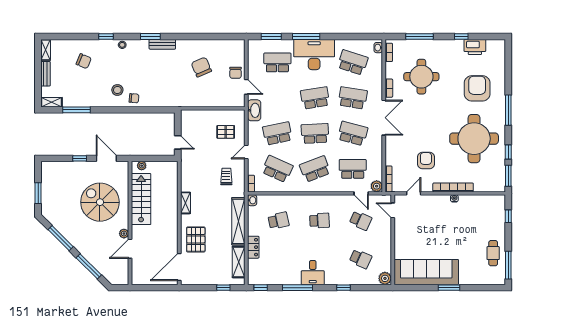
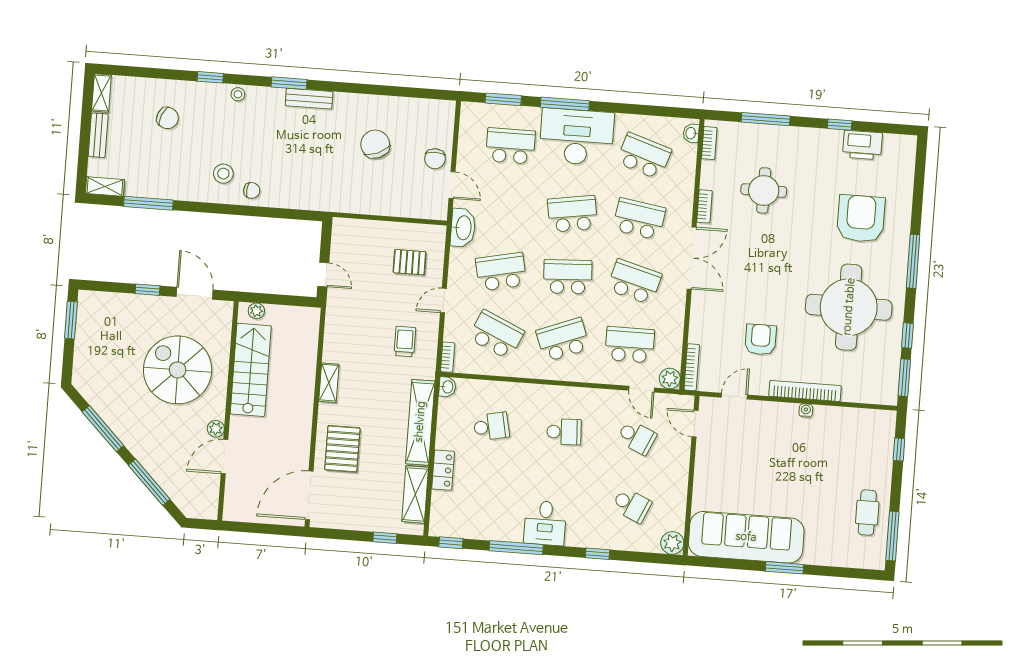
round table: (421, 77) -> (764, 190), width x0.73, depth x0.73
window: (38, 193) -> (71, 320), moved

